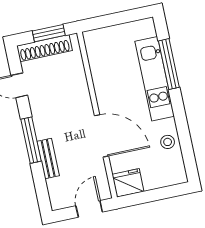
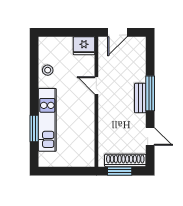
window: (169, 64) -> (34, 129), width x0.69
door: (101, 136) -> (96, 85), width x0.53
bench: (48, 158) -> (140, 98), moved

